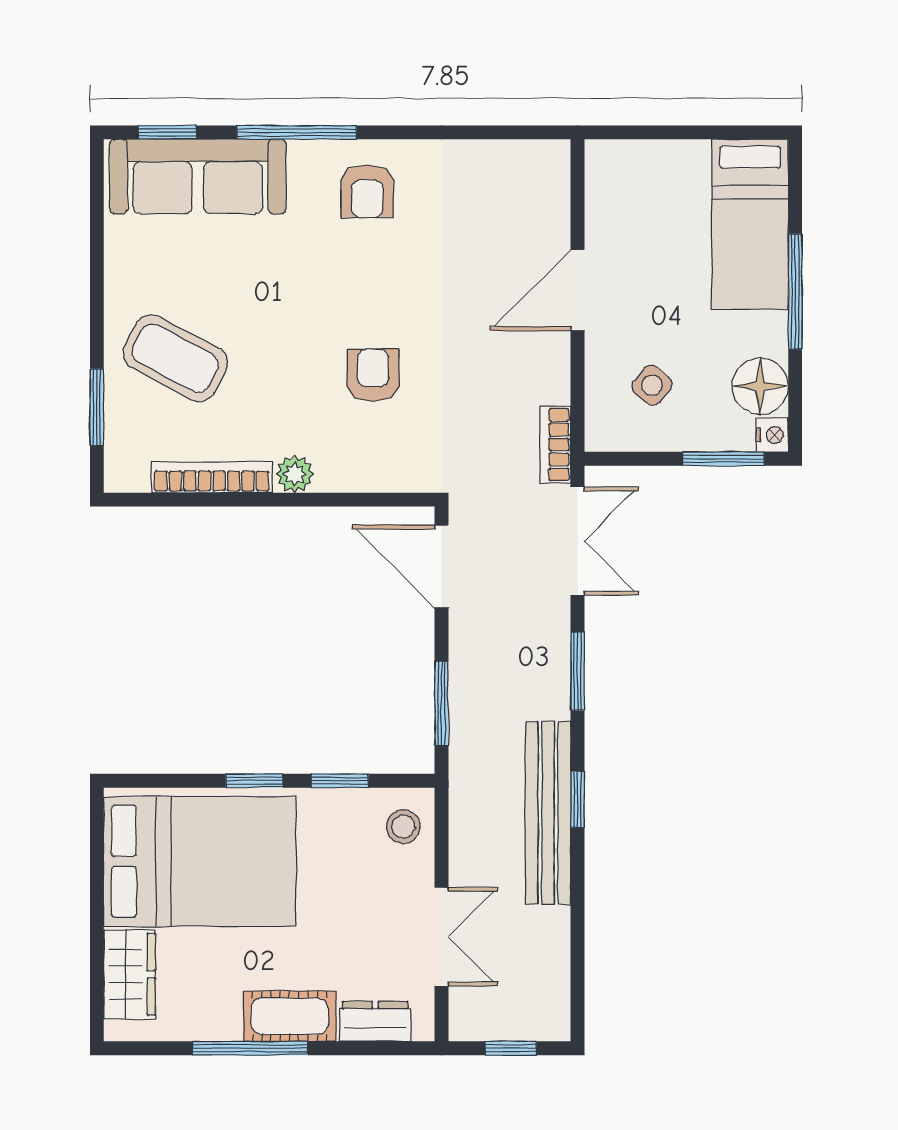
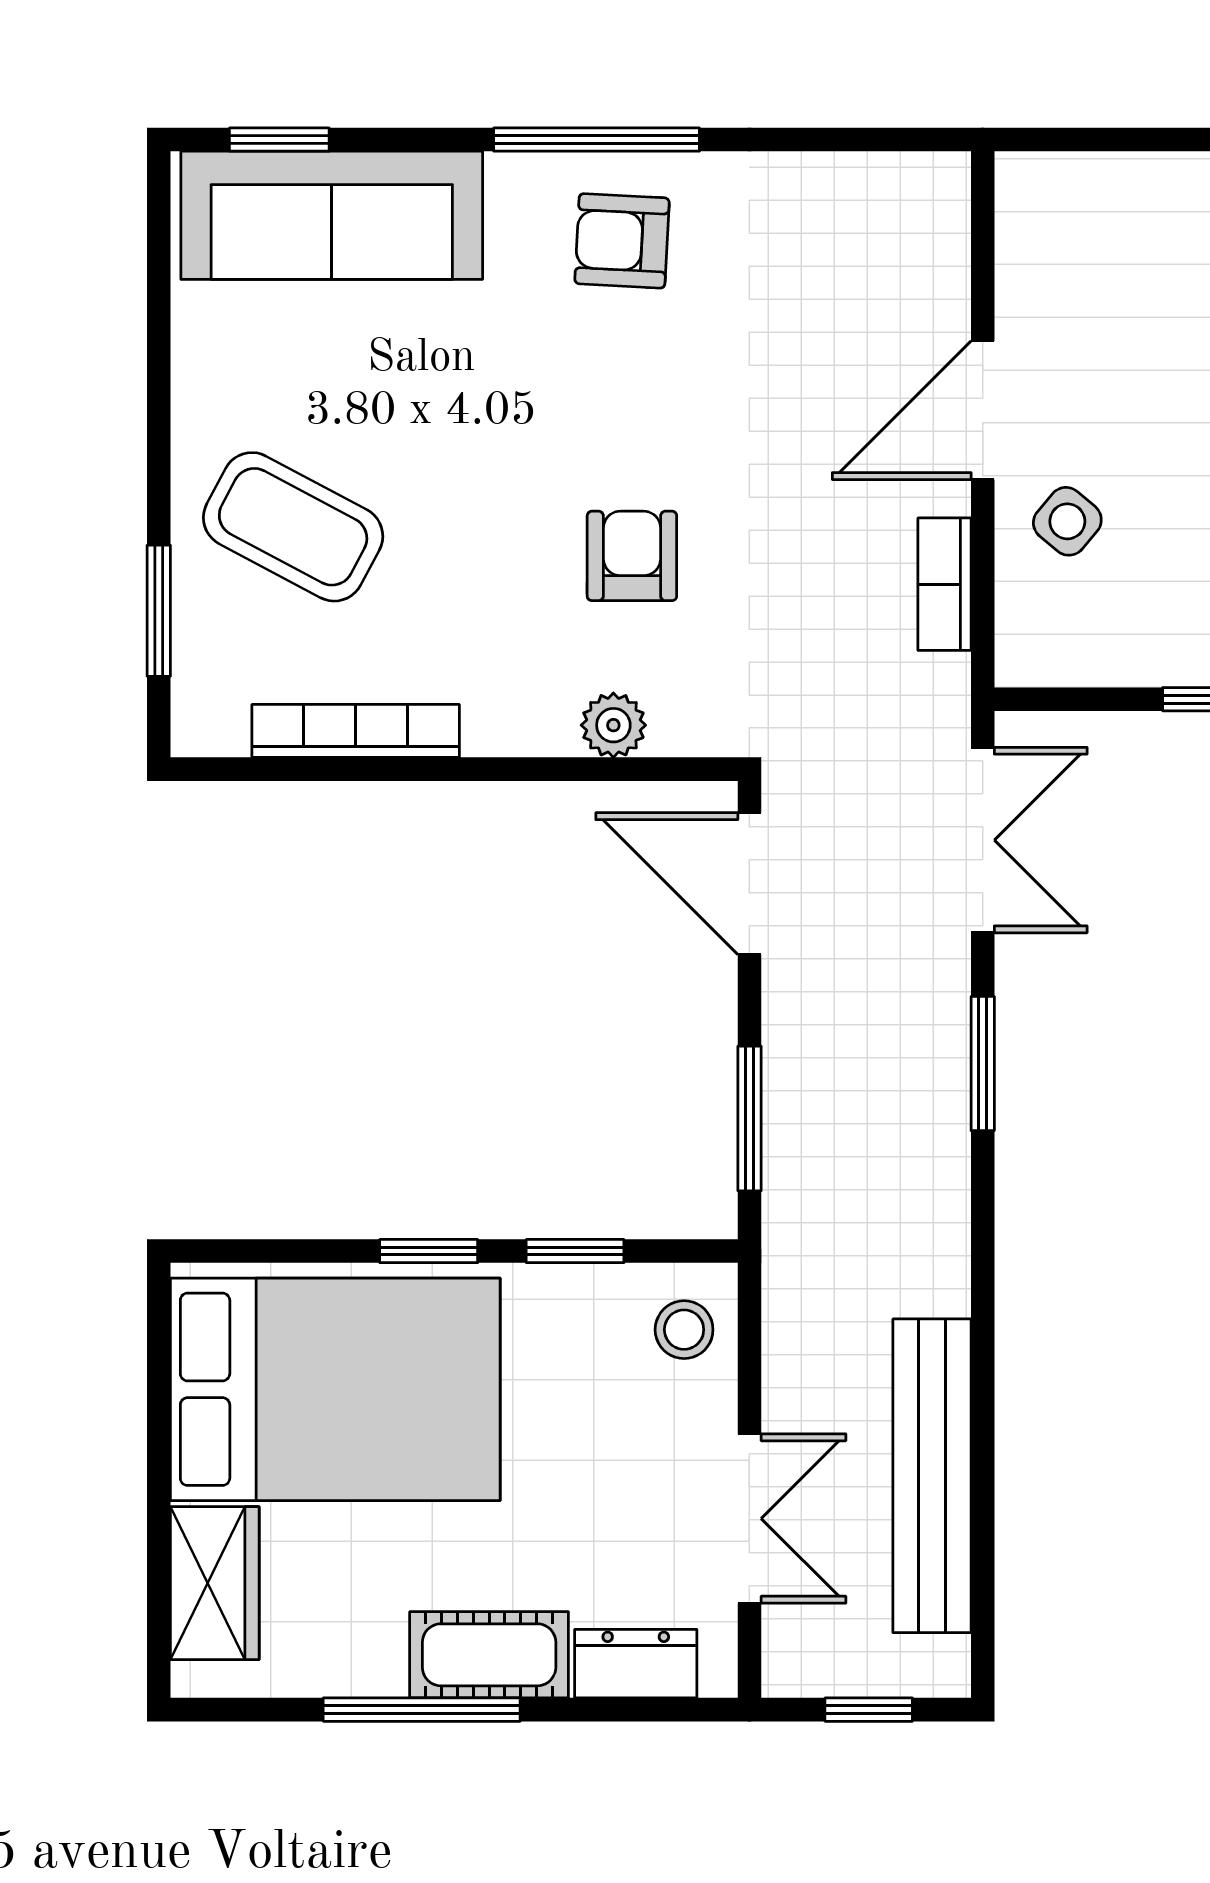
window: (297, 132) -> (597, 140), moved
armchair: (367, 191) -> (622, 241), turned 93
side table: (652, 385) -> (1067, 521), moved
bookcase: (555, 445) -> (944, 584), moved
plant: (295, 474) -> (613, 725), moved
window: (578, 799) -> (983, 1283), removed
bench: (548, 813) -> (932, 1476), moved

